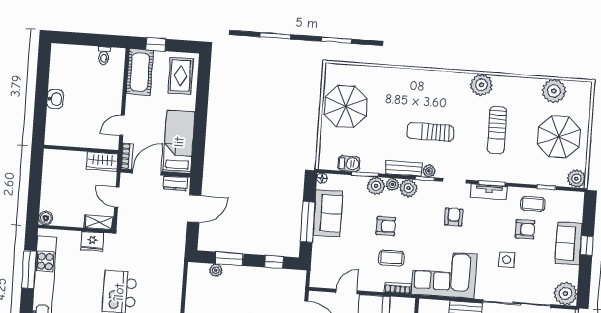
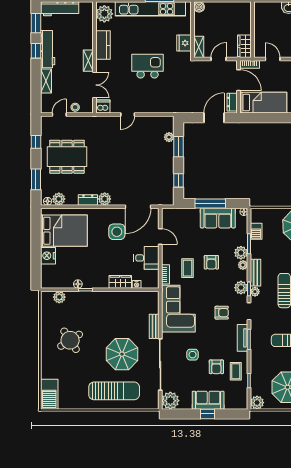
plant: (408, 188) -> (241, 288), moved
door: (194, 209) -> (214, 118), swing flipped

